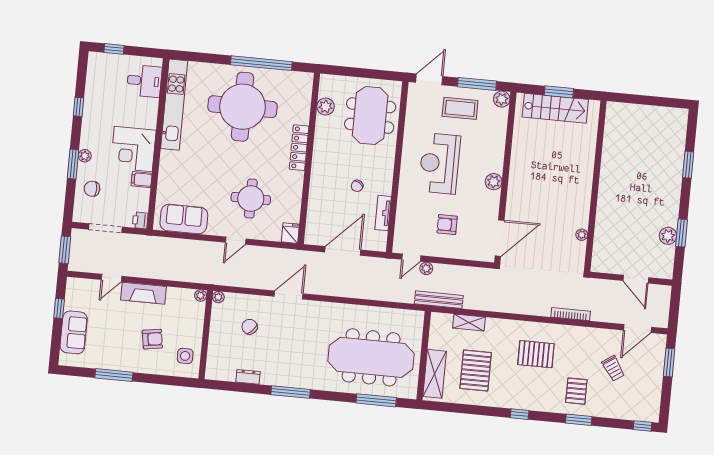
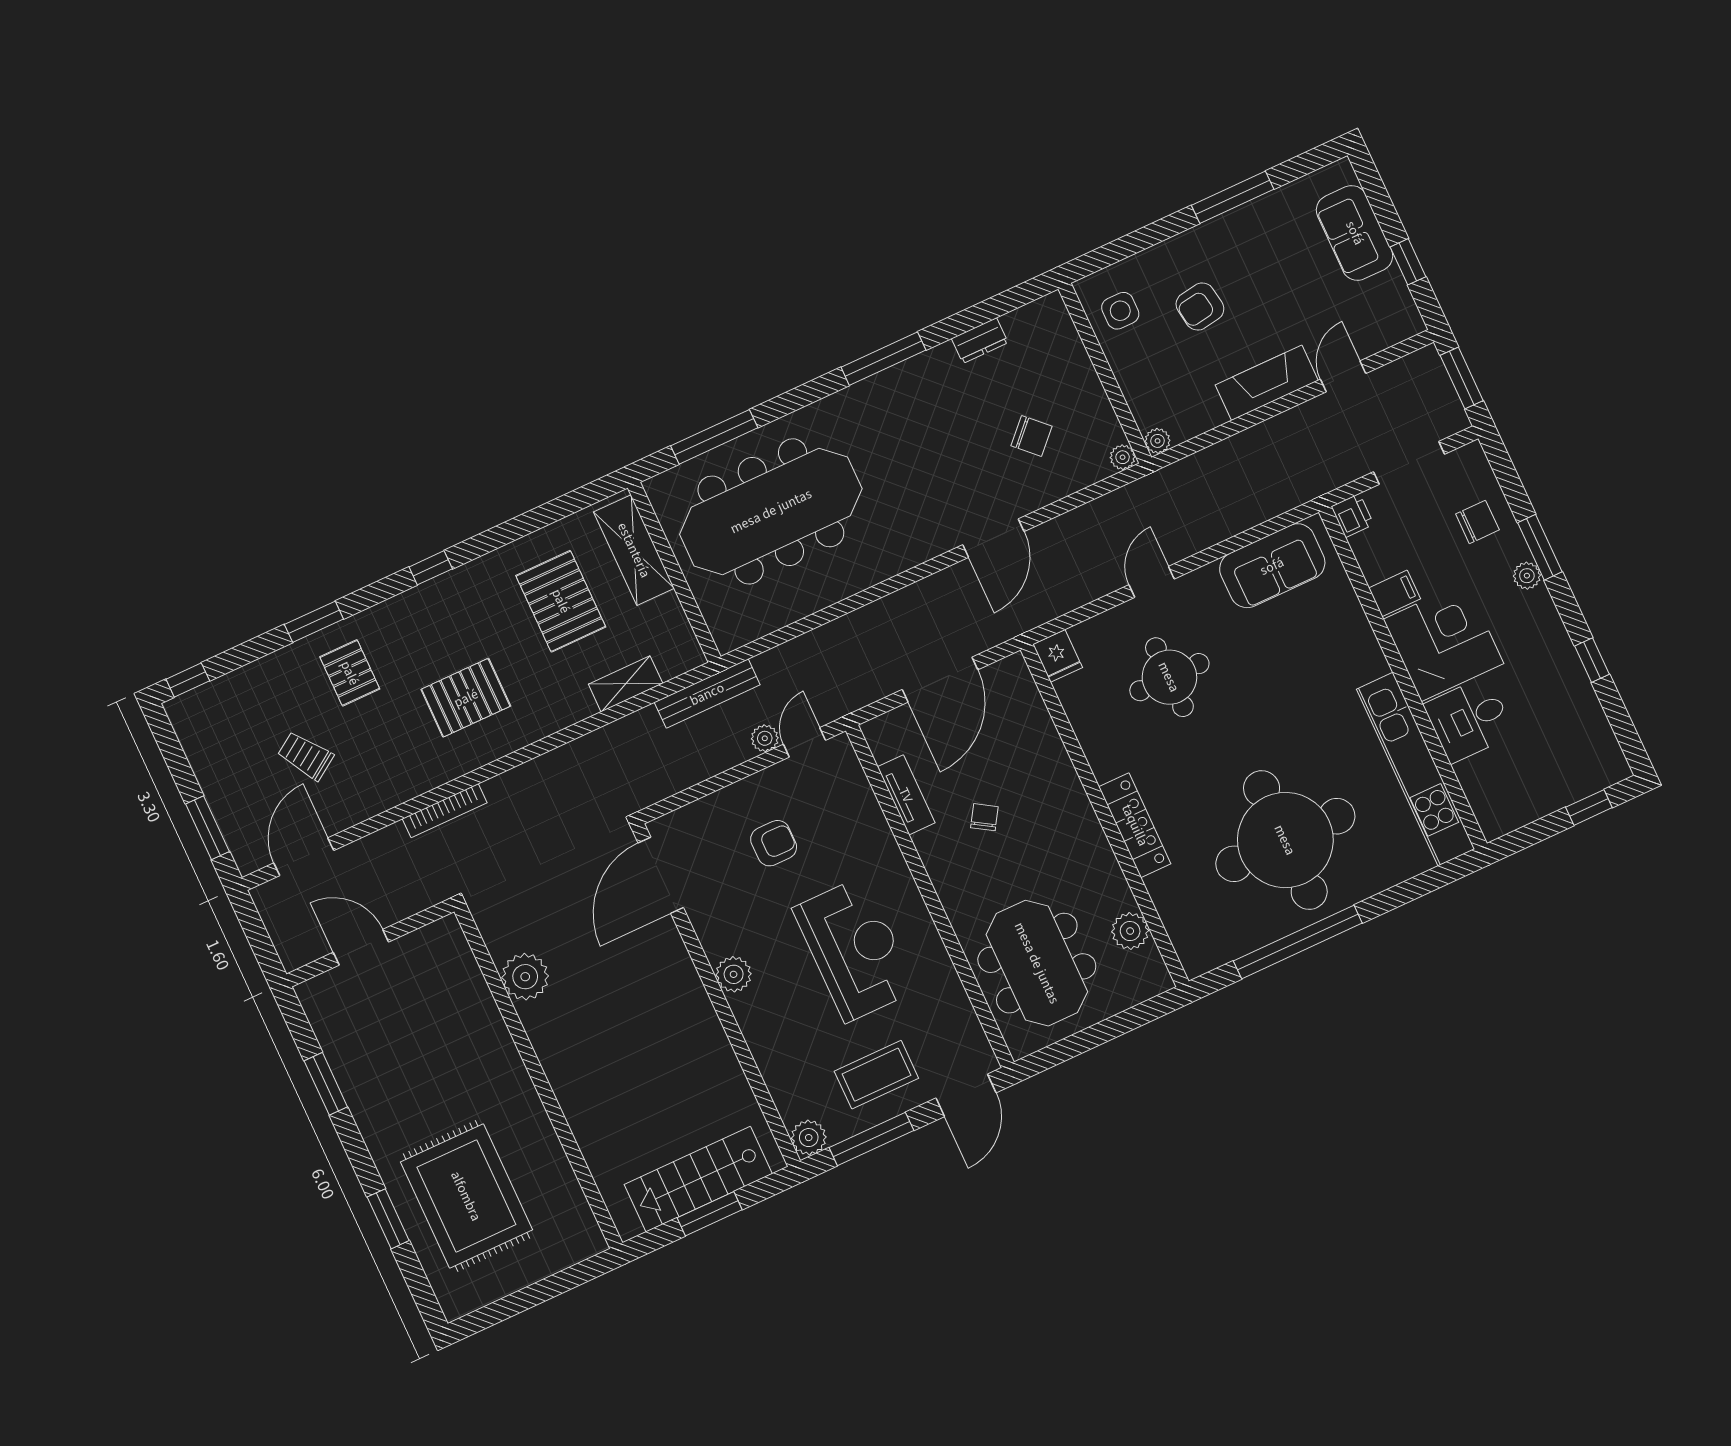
desk: (144, 81) -> (1469, 719), moved
rug: (652, 156) -> (466, 1196), added
plant: (582, 235) -> (525, 977), width x1.88, depth x1.88
plant: (668, 236) -> (348, 1064), removed

